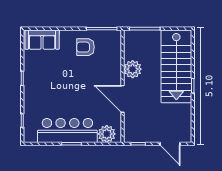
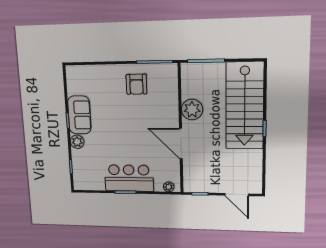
sofa: (42, 40) -> (79, 115), moved, turned -90
armchair: (86, 47) -> (136, 84), turned -90
plant: (30, 98) -> (77, 142), added
bar counter: (67, 131) -> (129, 178), width x0.73
plant: (107, 134) -> (169, 187), width x0.53, depth x0.53

